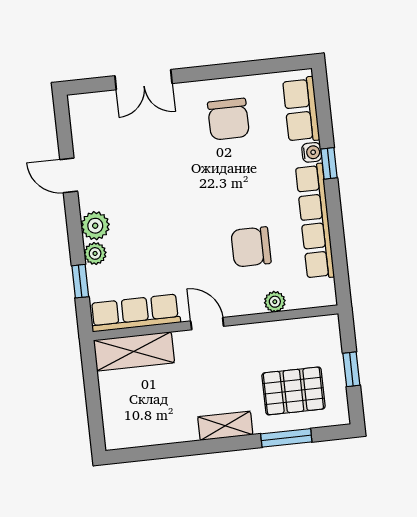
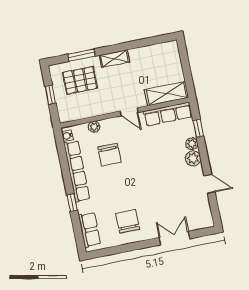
water cooler: (312, 152) -> (67, 136), moved
chair: (251, 247) -> (109, 155), turned 90

